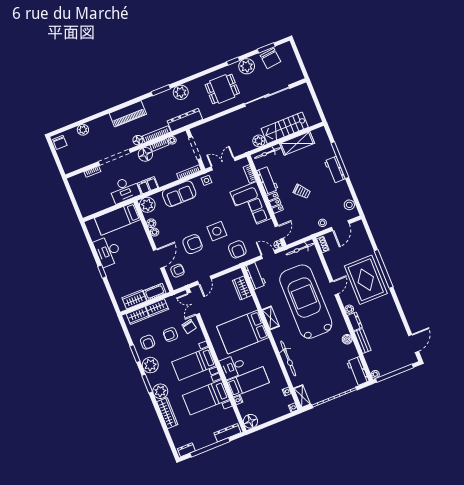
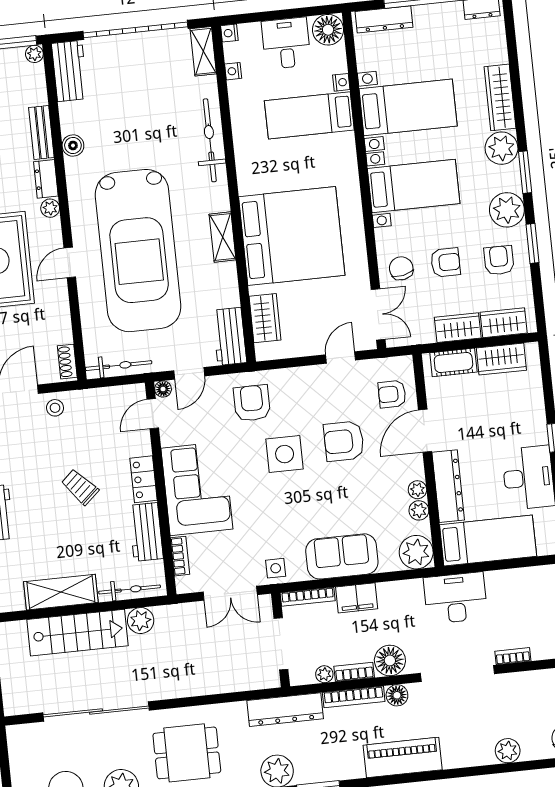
filing cabinet: (148, 185) -> (357, 598), moved
dresser: (142, 238) -> (448, 486), added
door: (268, 254) -> (189, 373), hinge flipped
bed: (243, 332) -> (292, 236), width x1.36
desk: (233, 366) -> (286, 43), moved, turned -90

